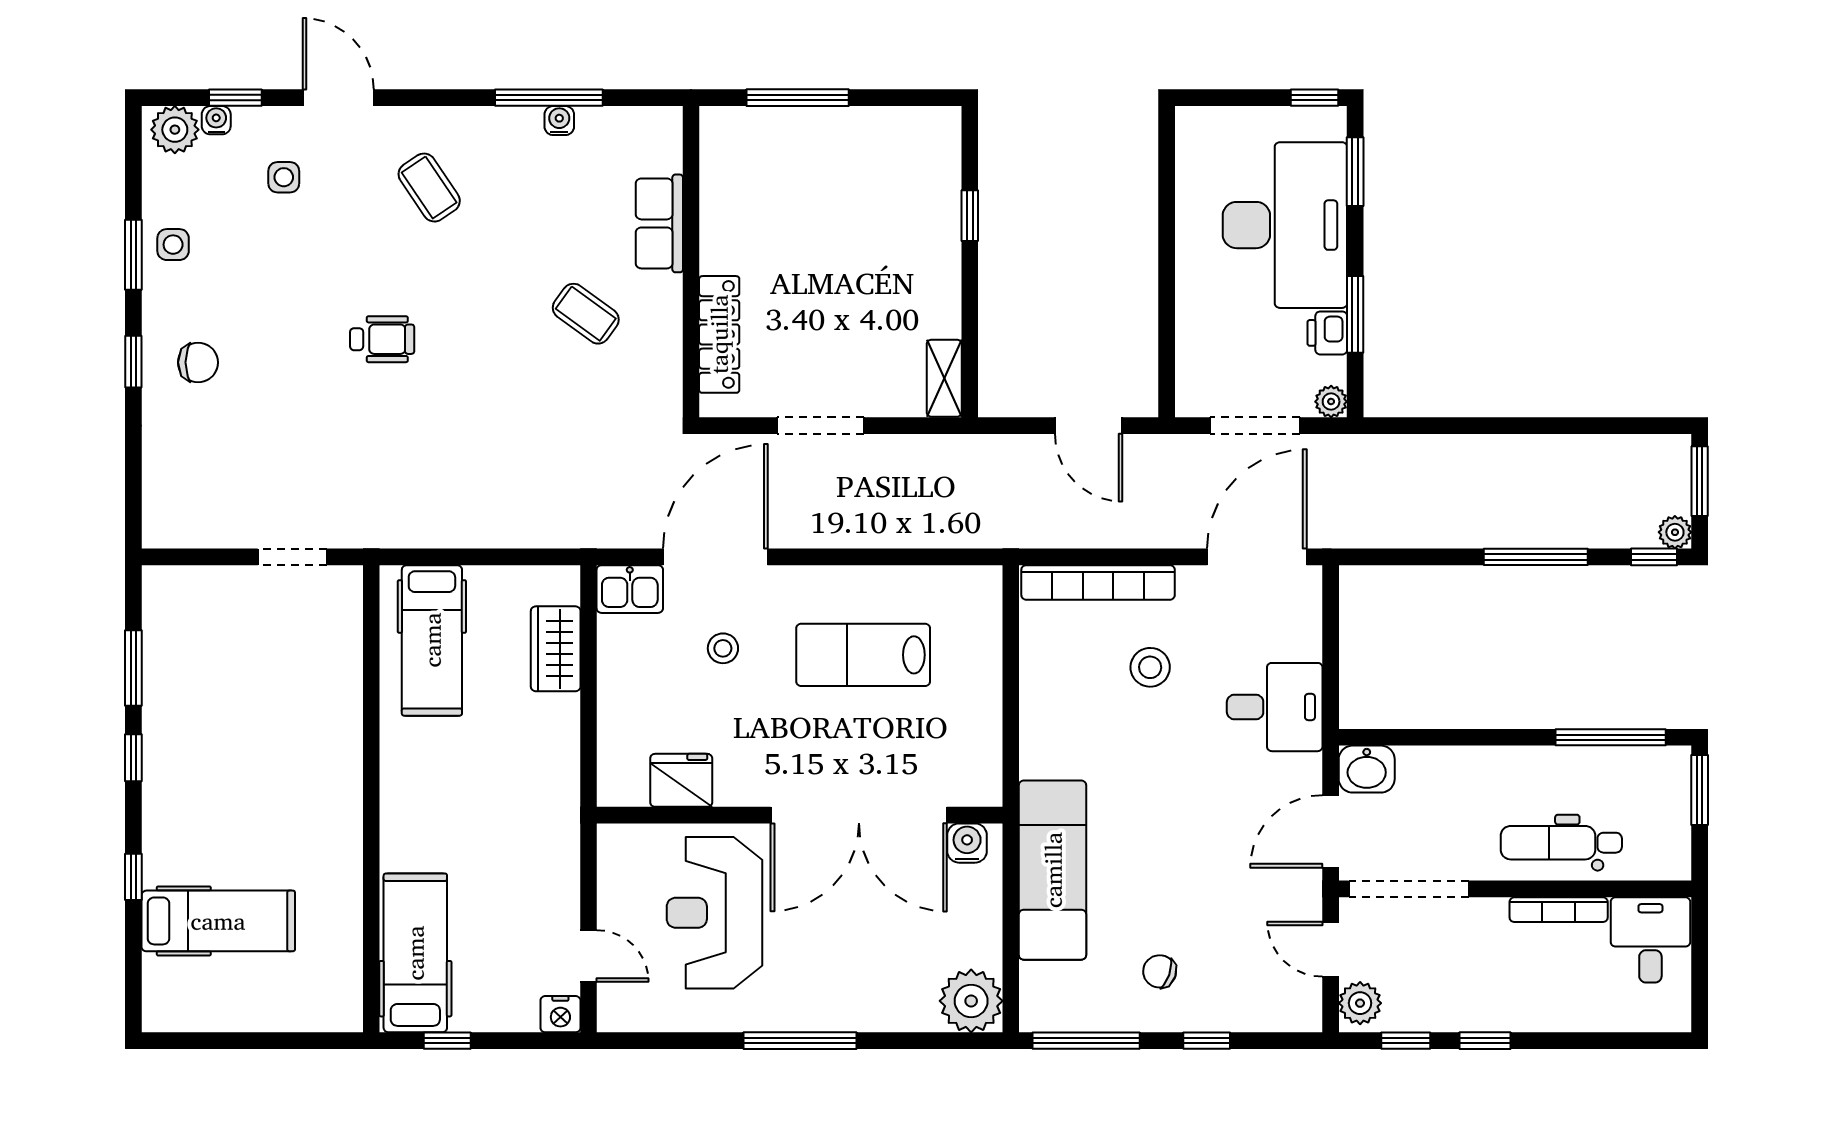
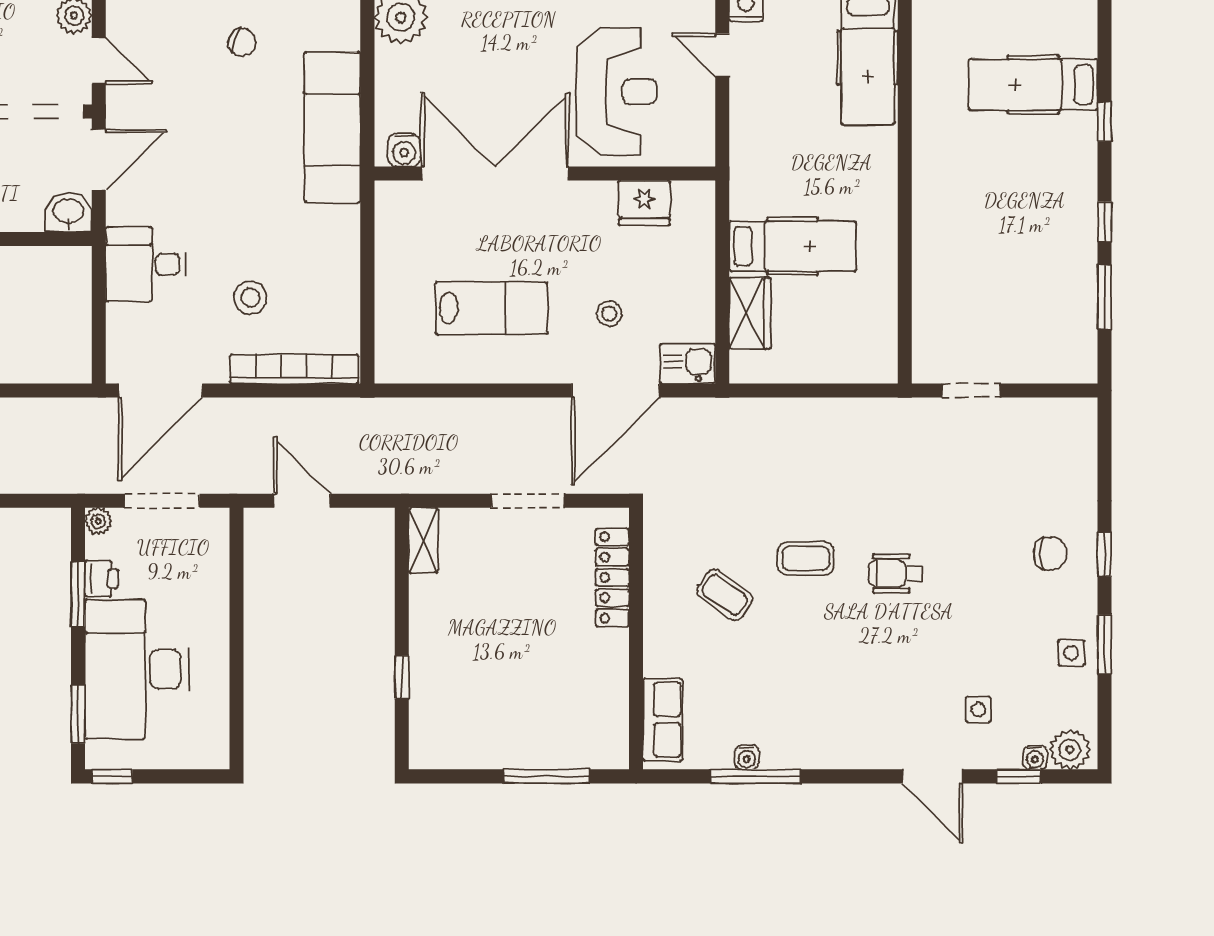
coffee table: (429, 188) -> (806, 558), moved, turned -56
row of seats: (659, 223) -> (663, 720), moved
chair: (198, 362) -> (1050, 554), turned 180
hospital bed: (432, 640) -> (792, 246), moved, turned 90

